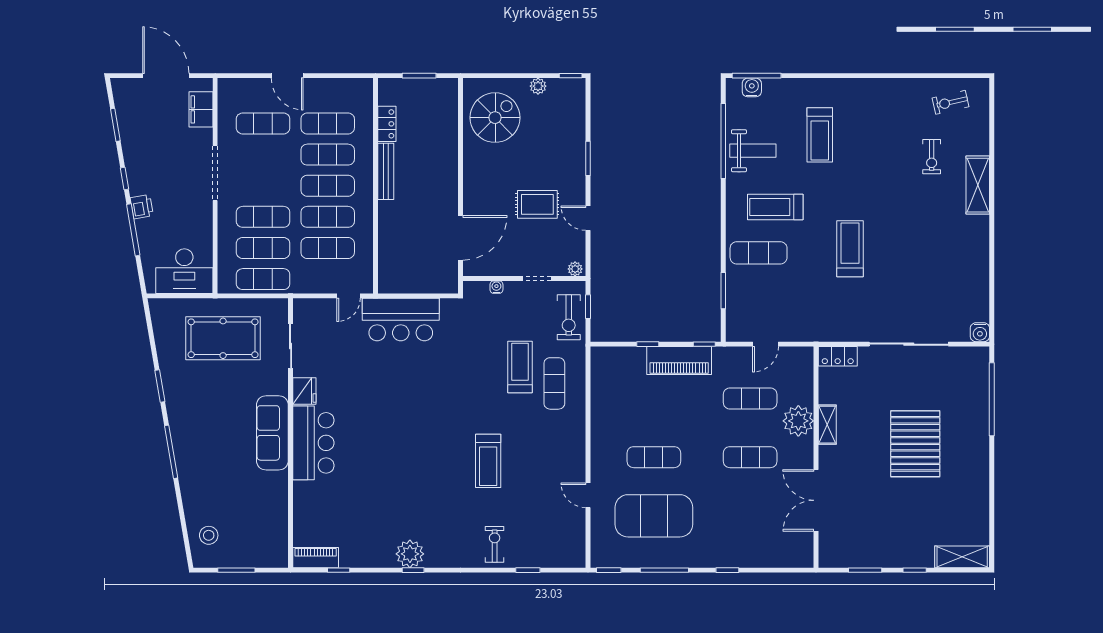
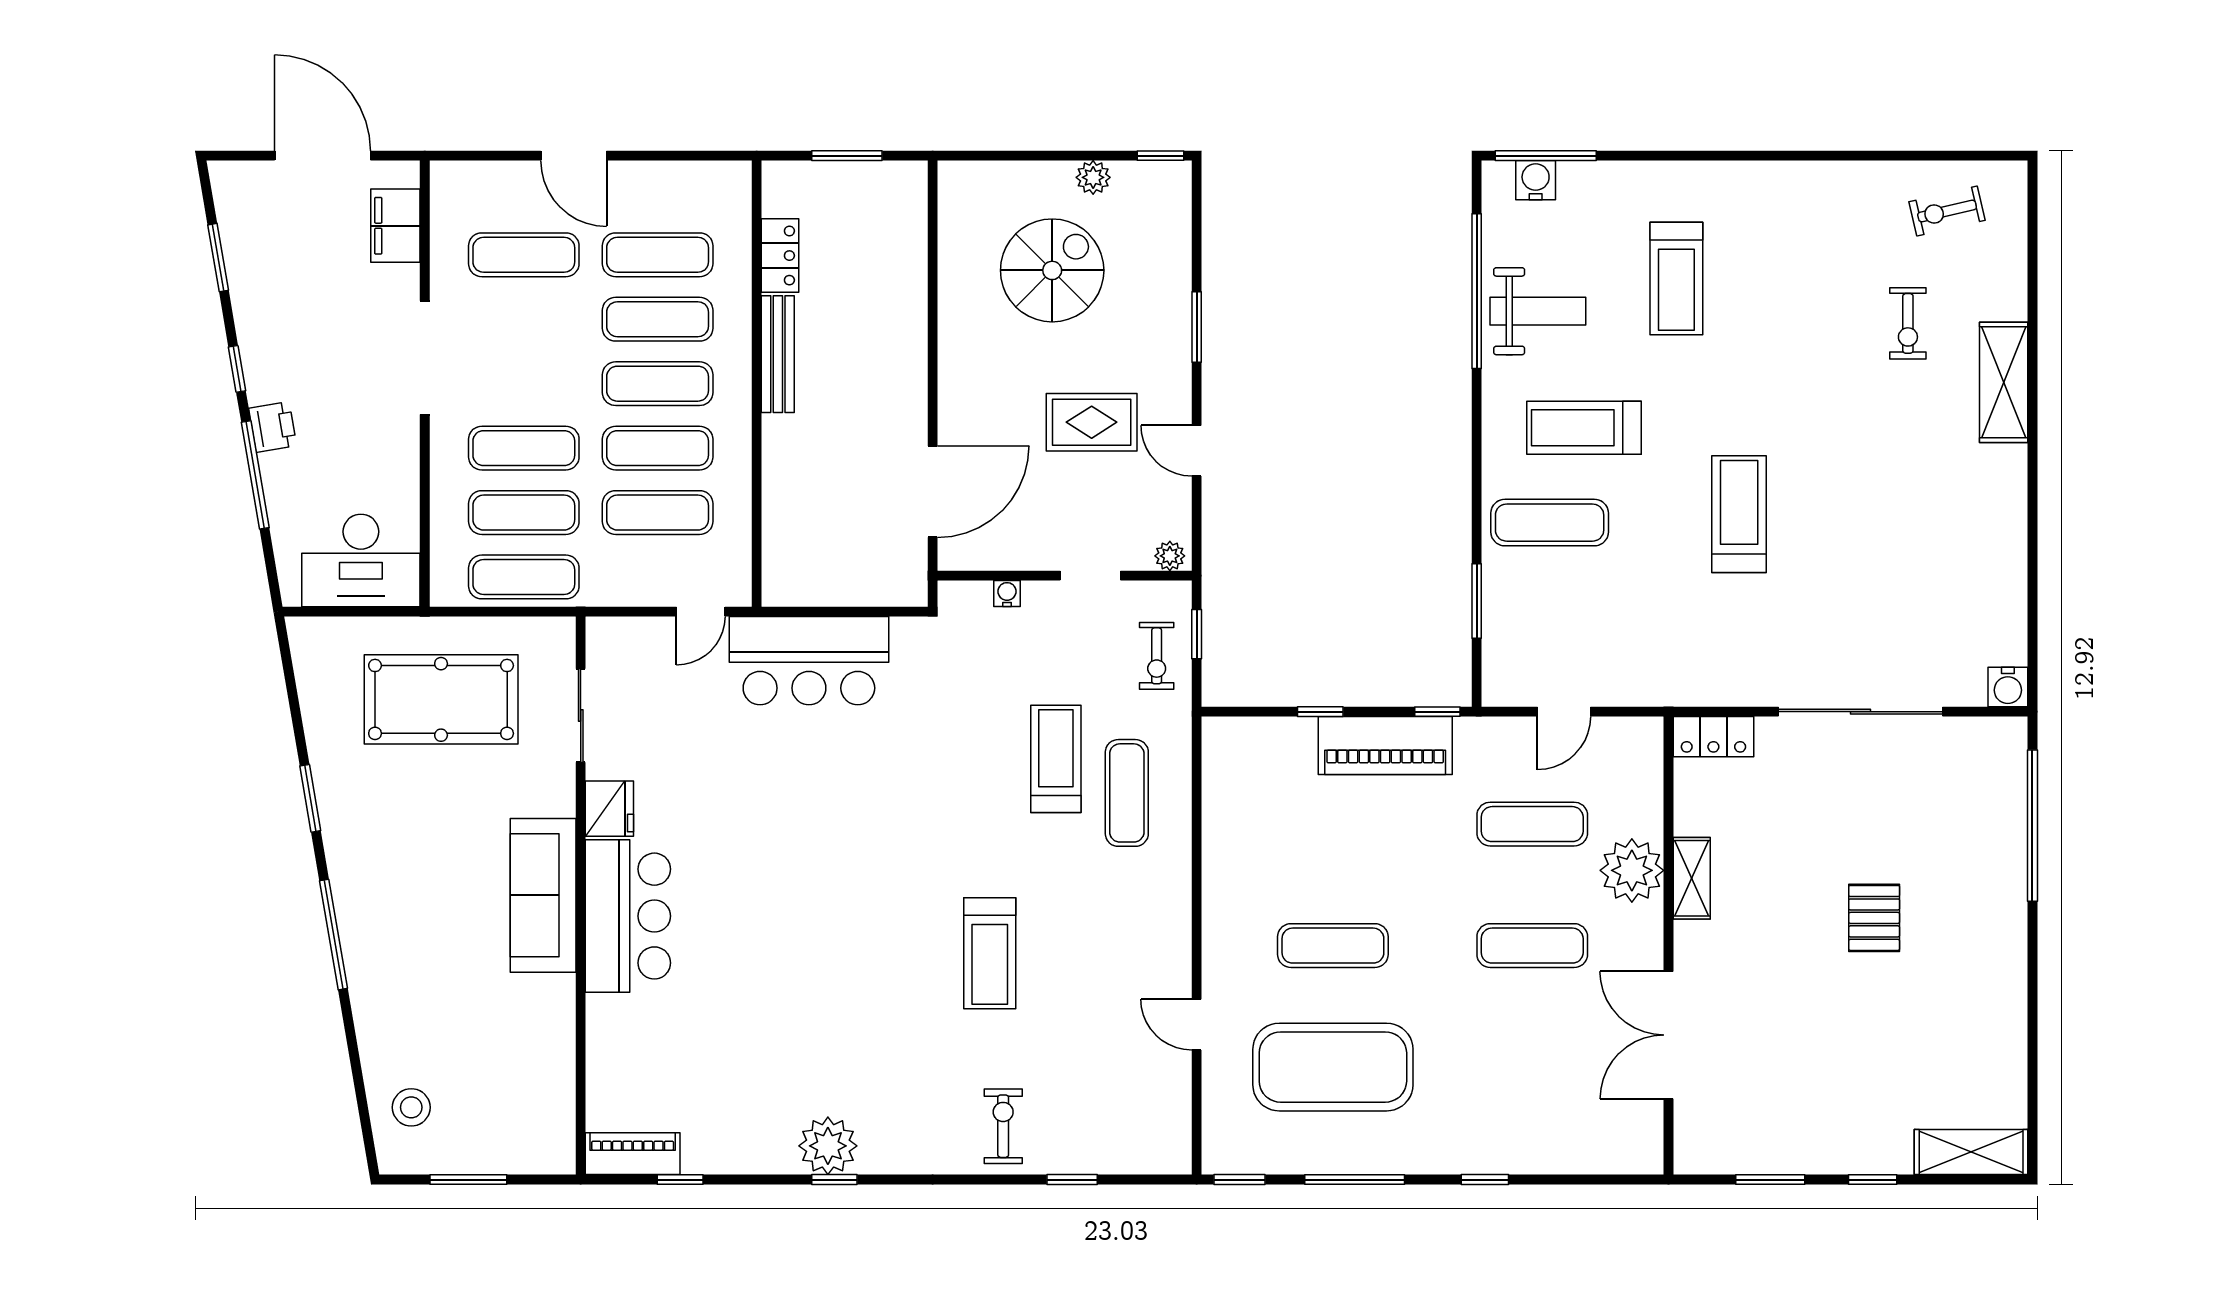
spiral stairs: (495, 118) -> (1052, 270), moved
exercise bike: (569, 317) -> (1157, 656), width x0.73, depth x0.72
pallet: (915, 444) -> (1874, 918), width x0.49, depth x0.50

